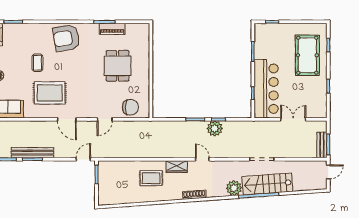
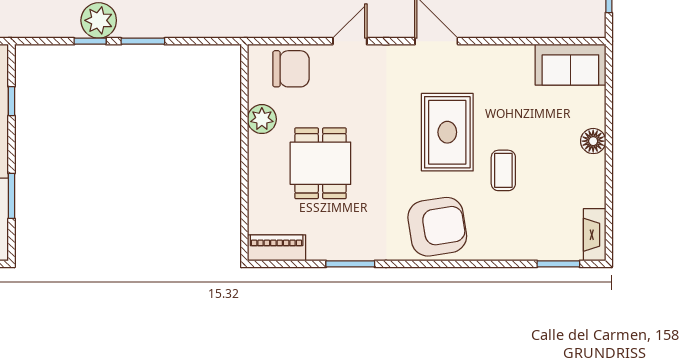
piano: (112, 29) -> (277, 248), moved
plant: (143, 85) -> (262, 119), added
rug: (50, 93) -> (447, 132), moved, turned 90
chair: (130, 107) -> (291, 69), turned 180

